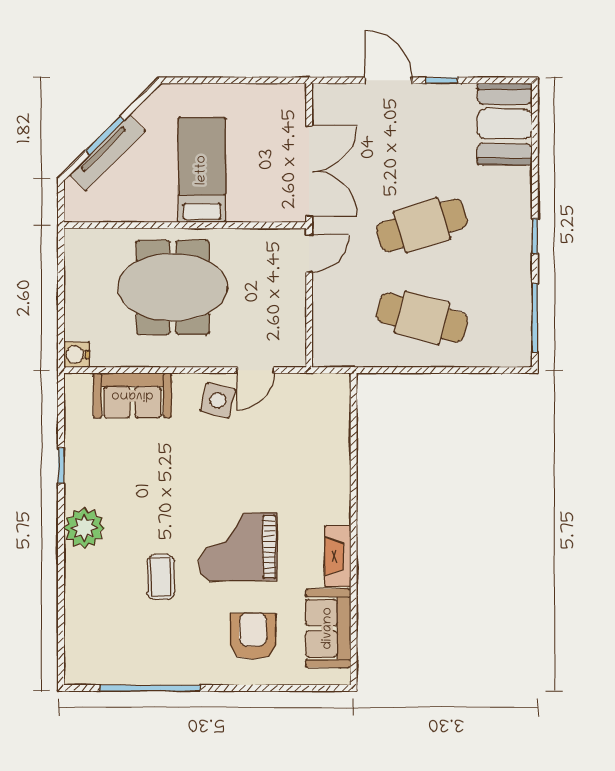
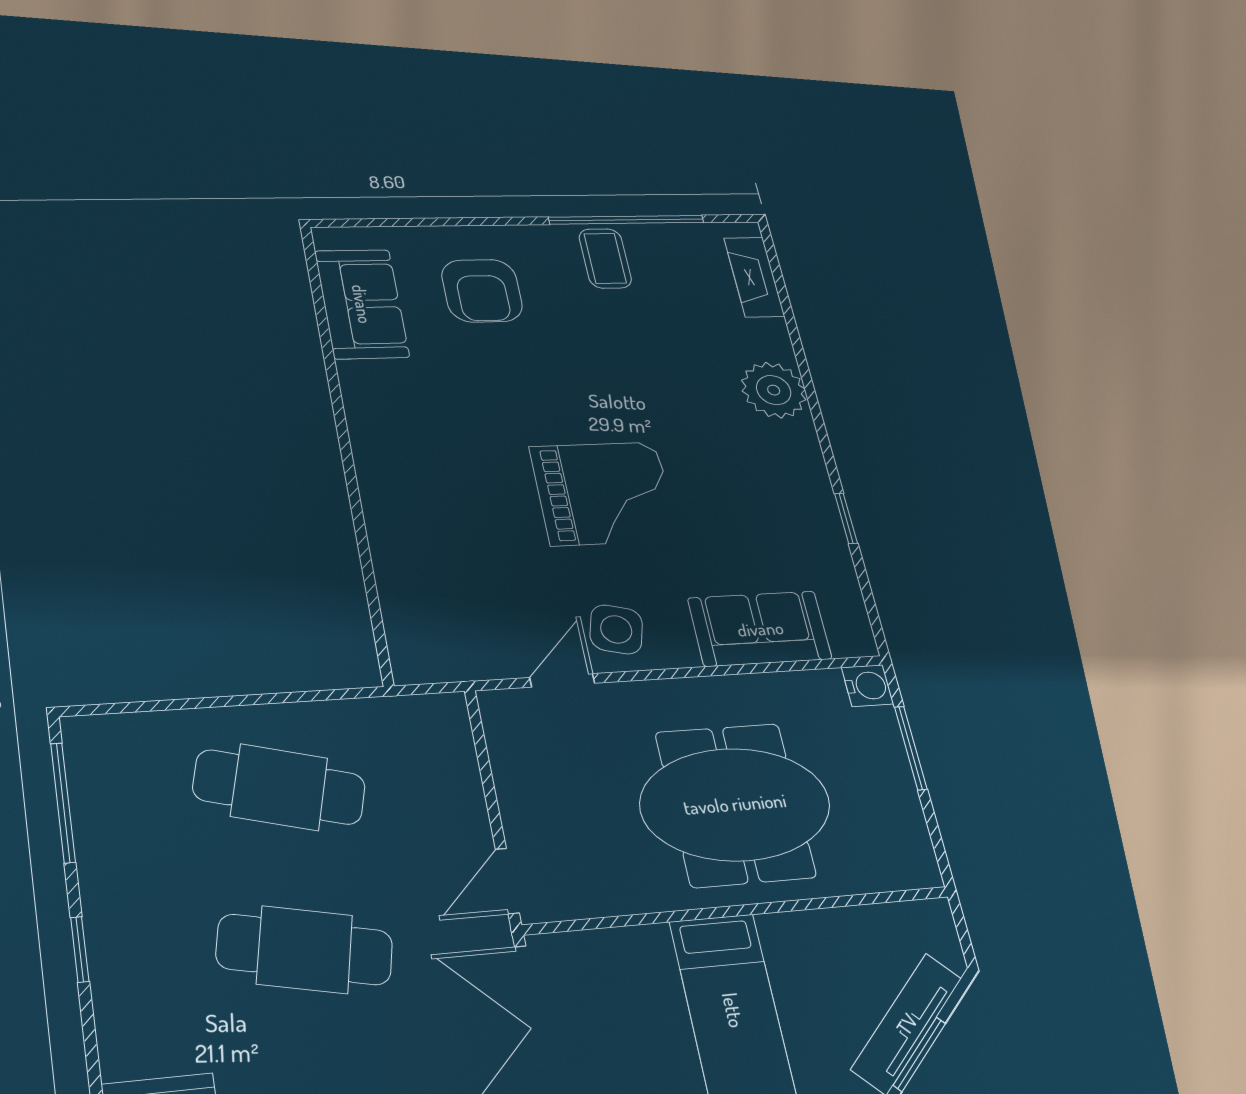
cafe table: (422, 225) -> (305, 950), turned 30
window: (61, 314) -> (911, 748), added
plant: (84, 528) -> (774, 390), moved
grand piano: (238, 547) -> (604, 493), moved
fireplace: (338, 556) -> (754, 277), moved, turned 180
coffee table: (161, 577) -> (605, 258), moved

